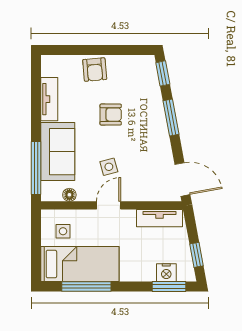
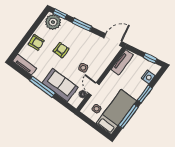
plant: (143, 72) -> (53, 22), added
tv unit: (49, 99) -> (25, 65), moved
window: (36, 168) -> (42, 87), moved
door: (109, 205) -> (94, 89), moved
window: (169, 286) -> (145, 94), moved

